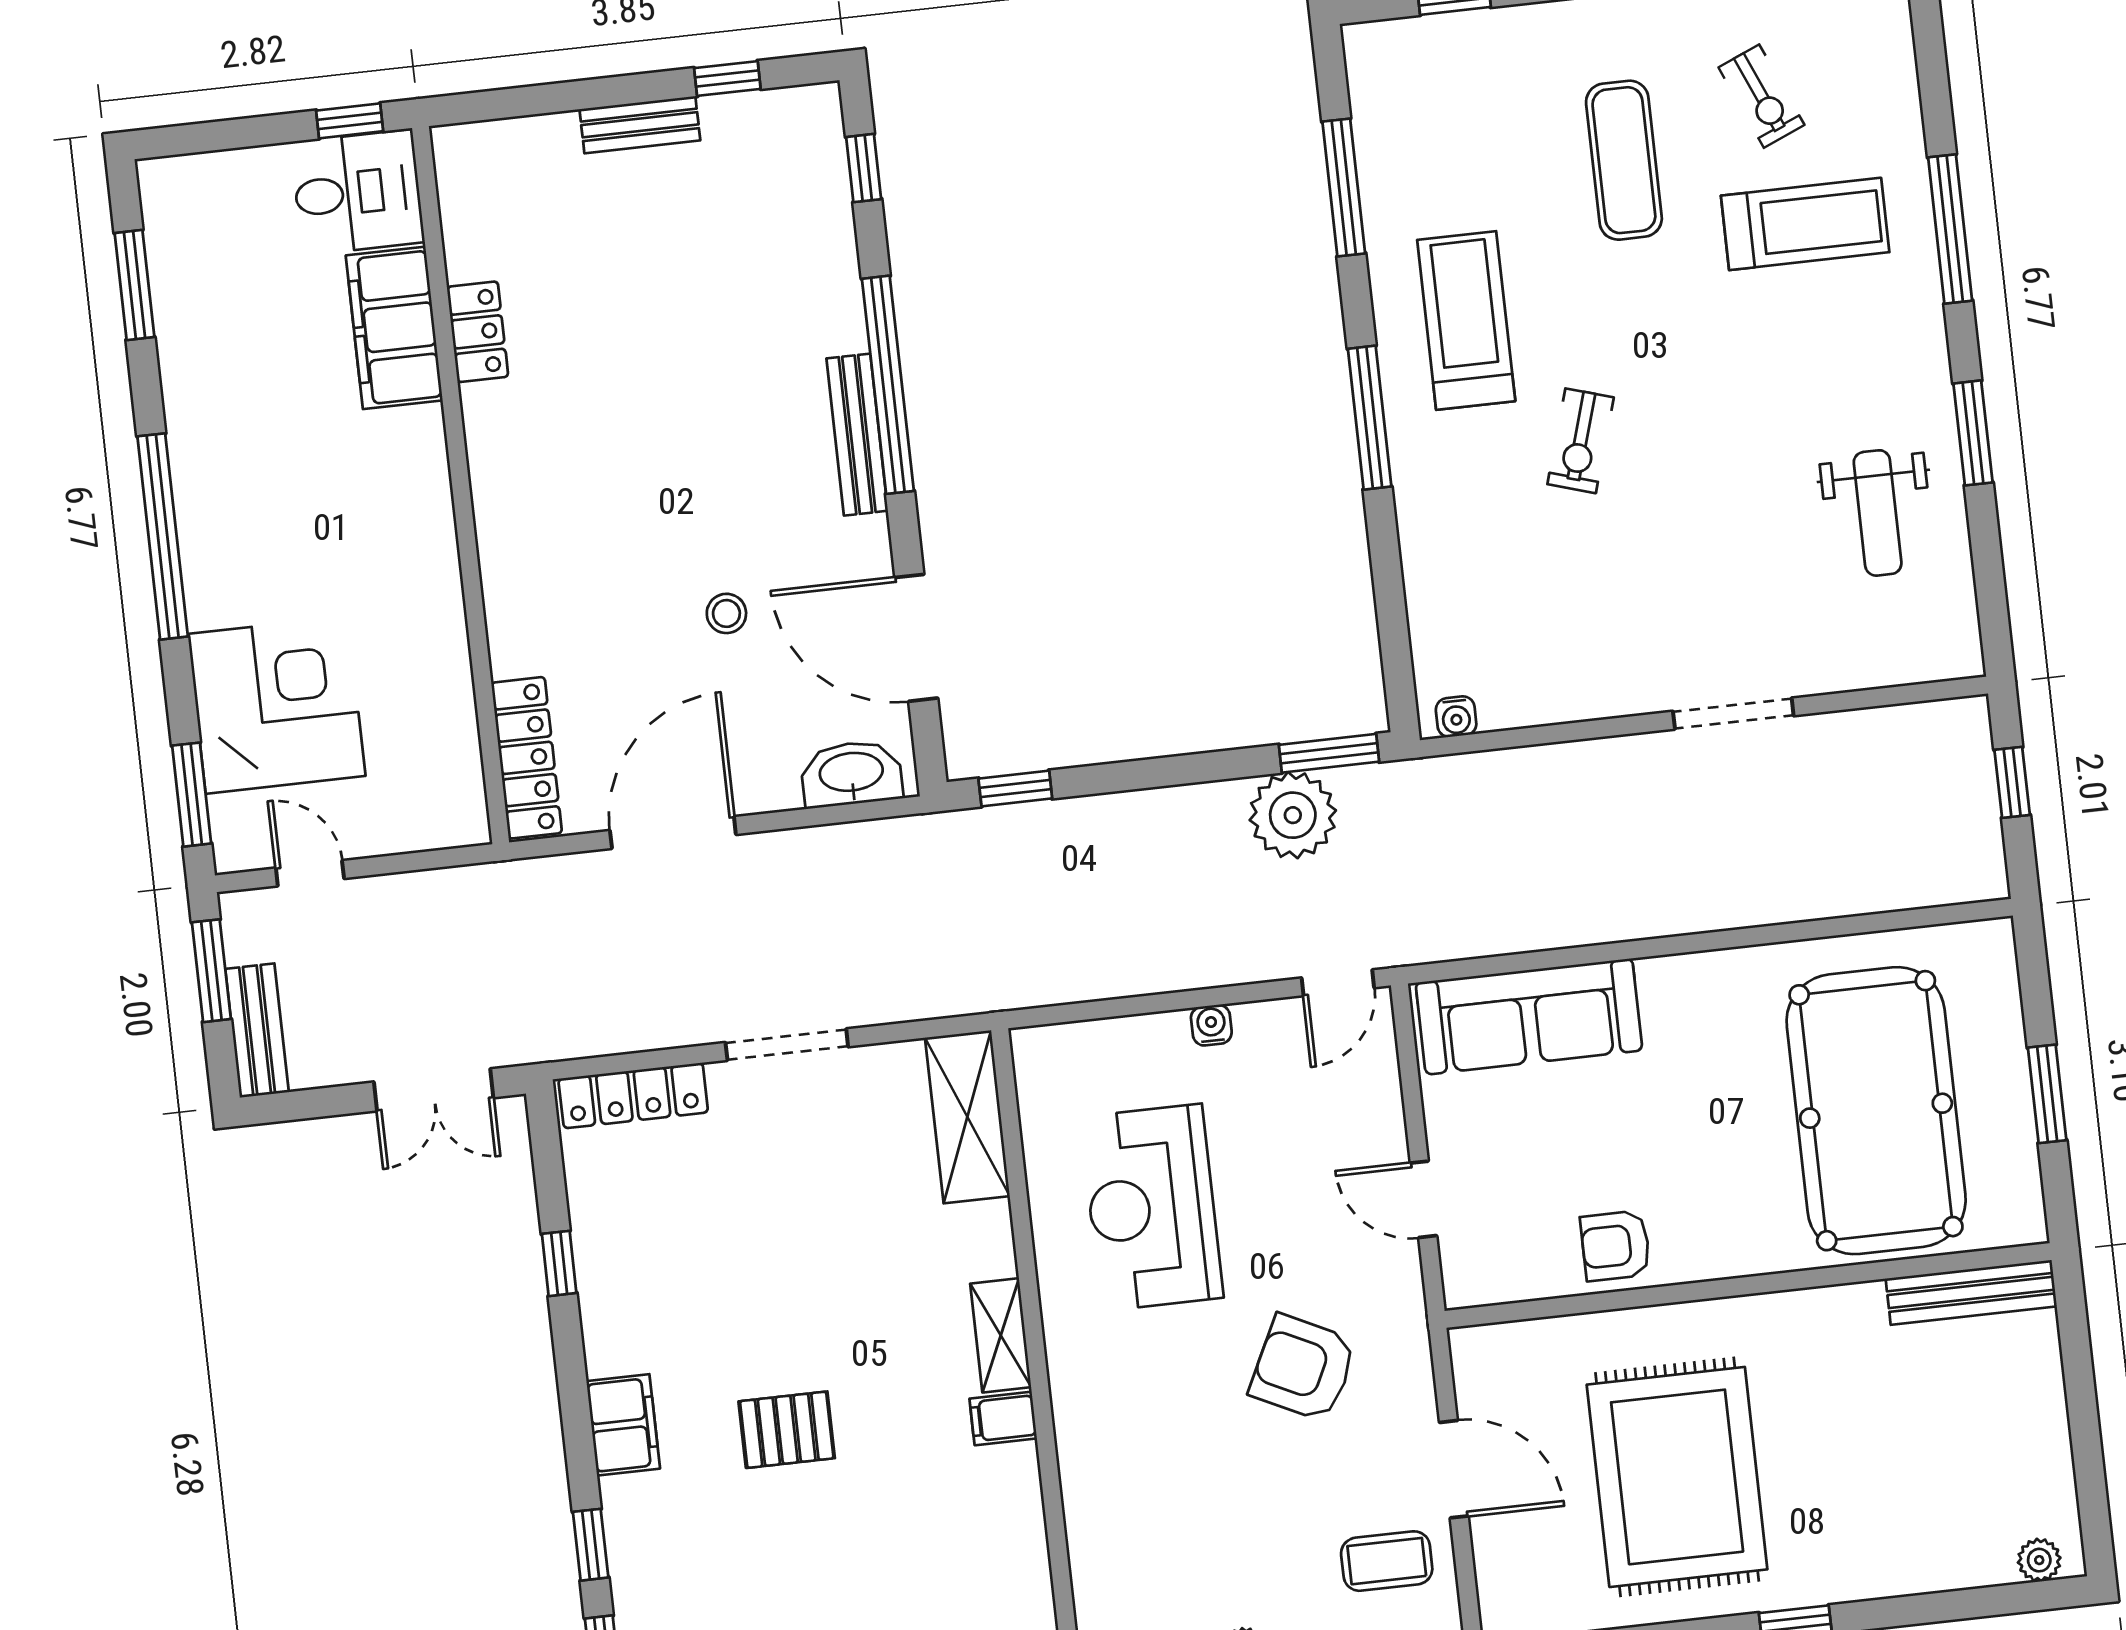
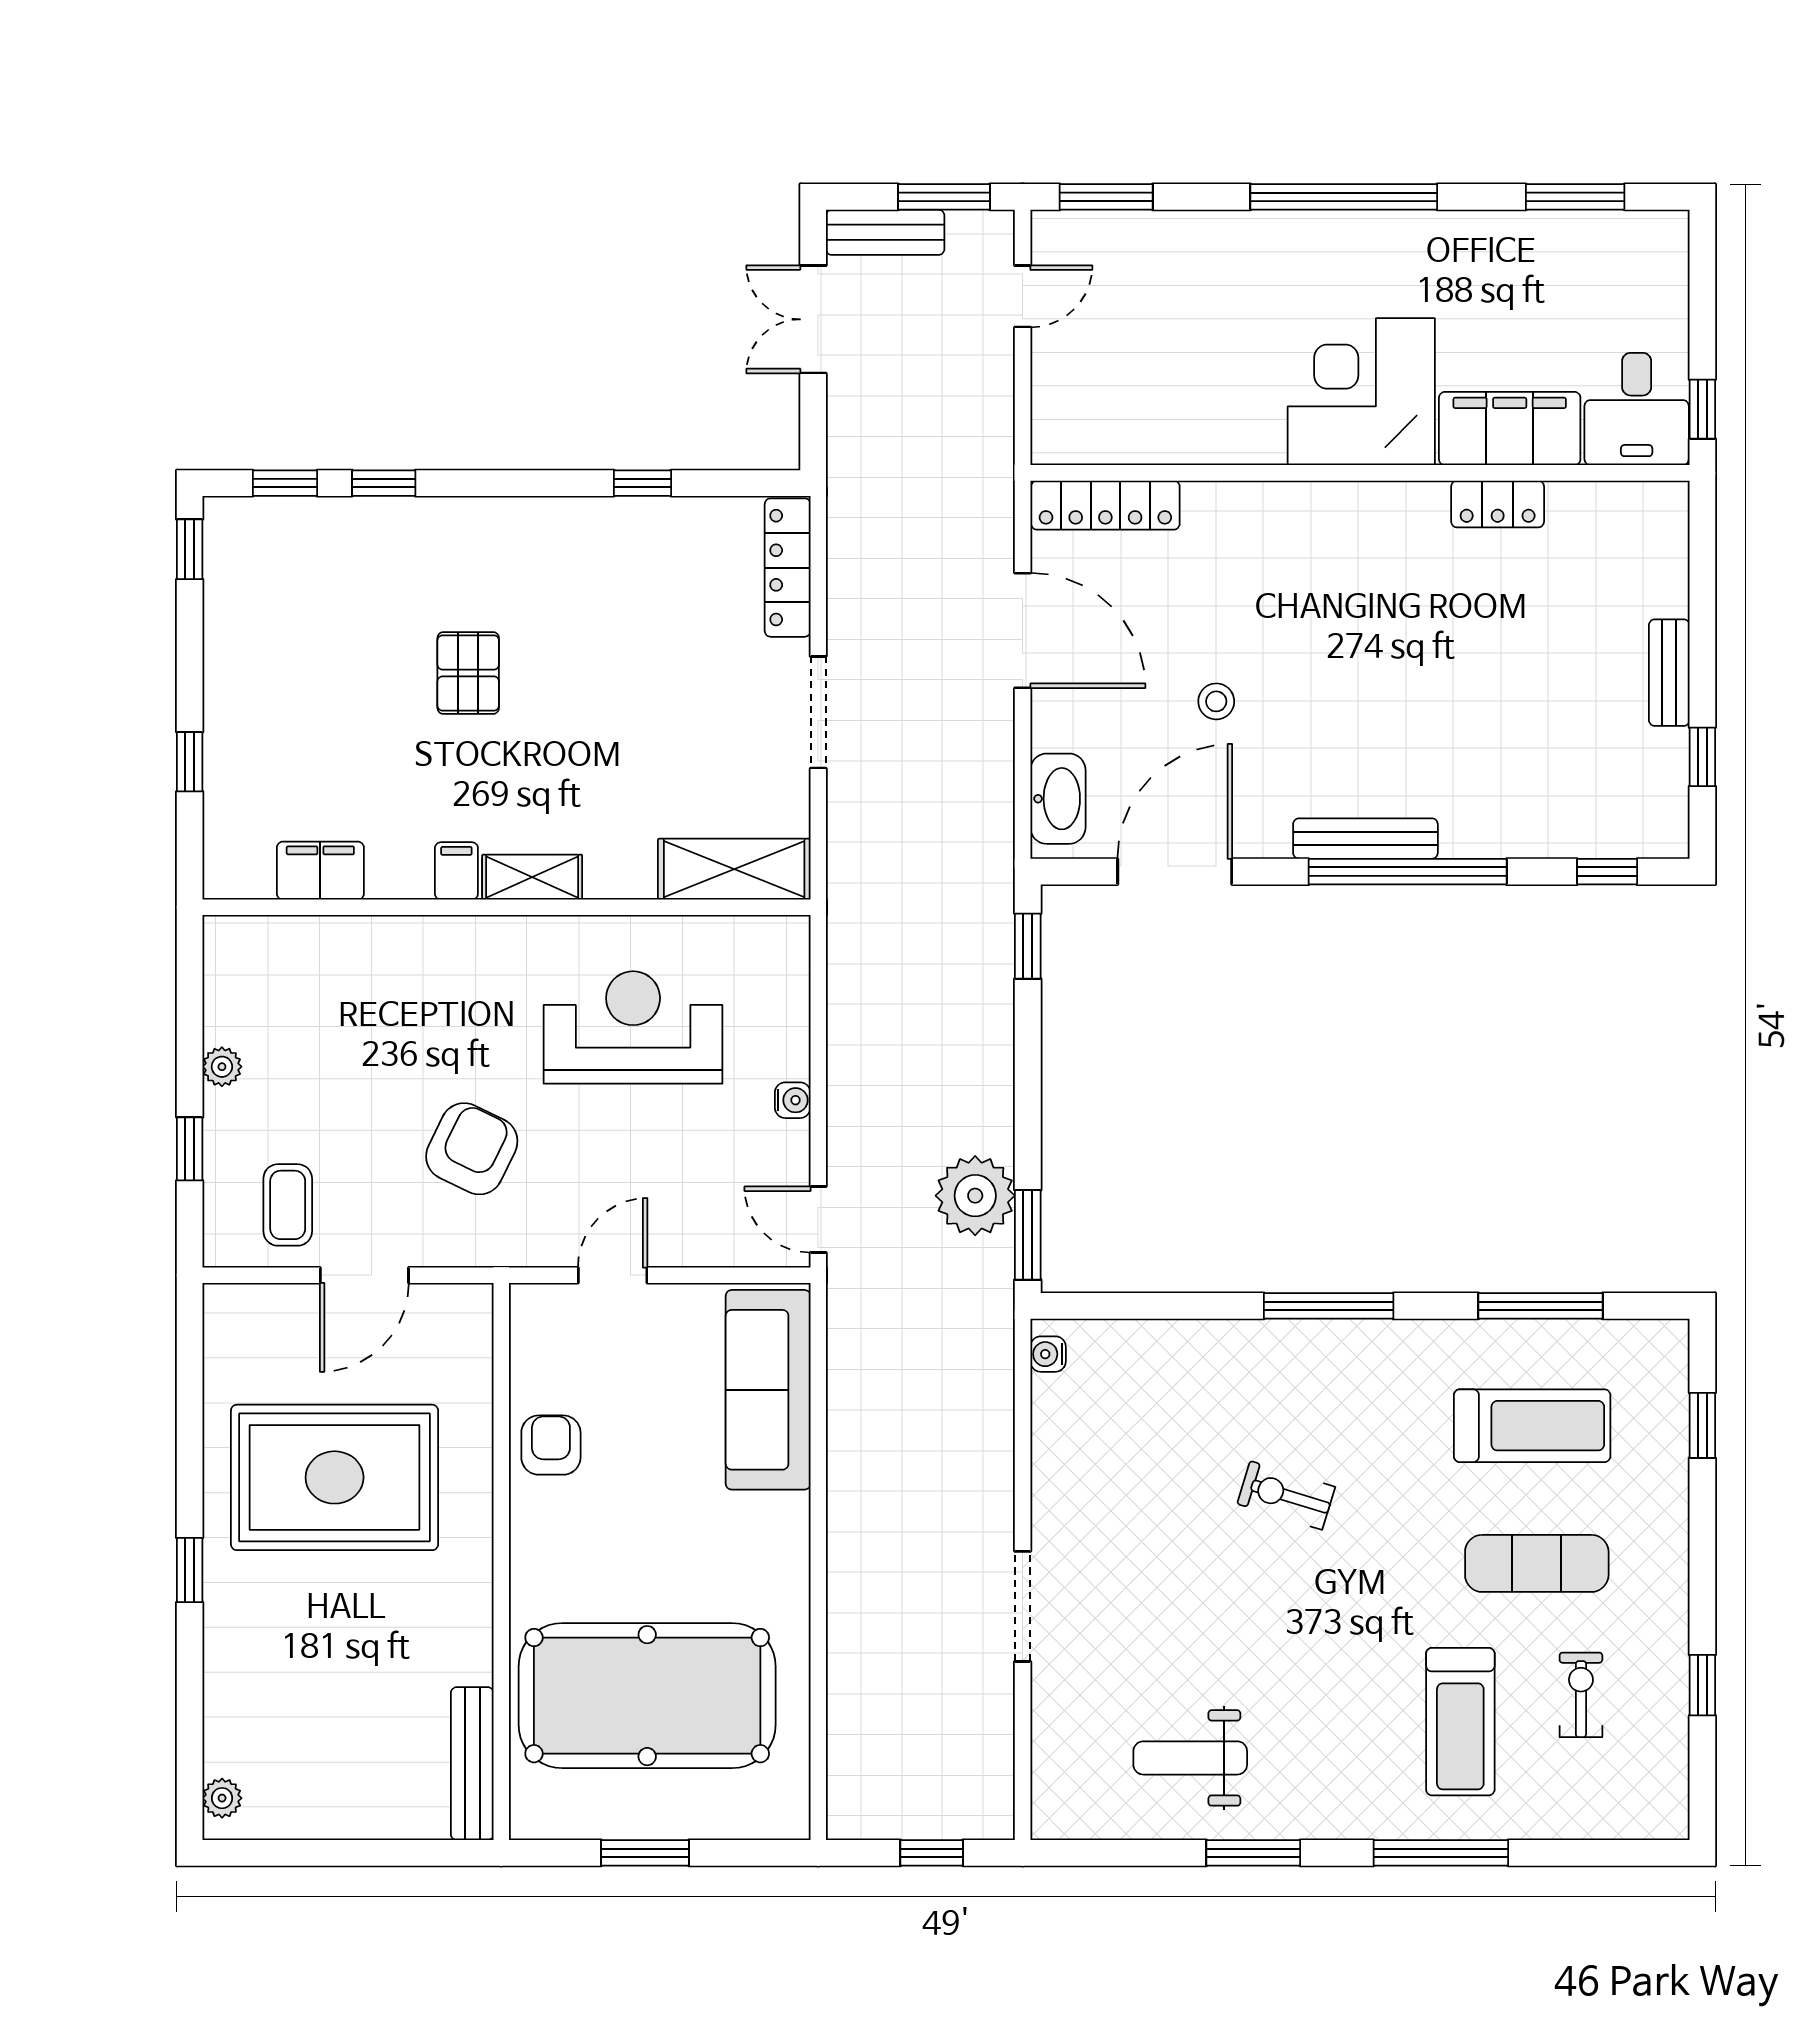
exercise bike: (1761, 96) -> (1581, 1695), turned 113
treadmill: (1466, 320) -> (1532, 1426), moved
corner desk: (277, 705) -> (1361, 392), moved, turned 180
double door: (434, 1090) -> (813, 319), moved
filing cabinet: (623, 1425) -> (320, 871), moved, turned 180

